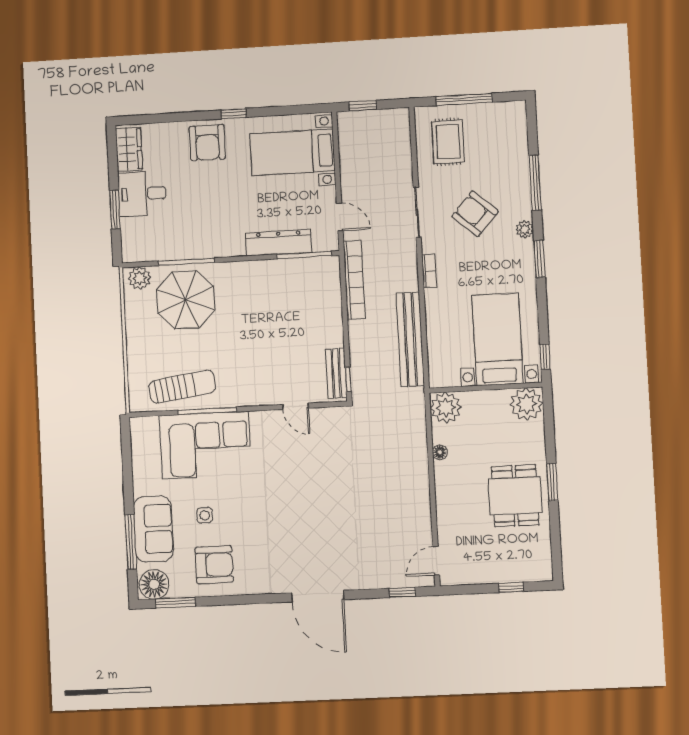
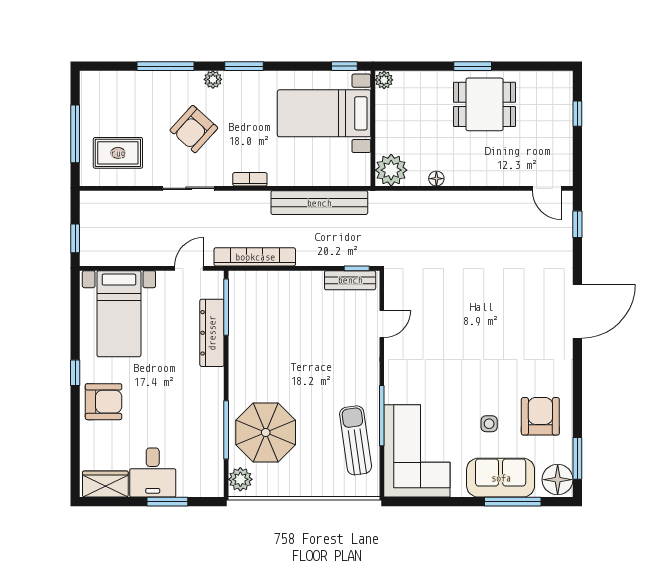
plant: (526, 404) -> (384, 80), width x0.53, depth x0.53
corner sofa: (205, 445) -> (417, 451), moved

